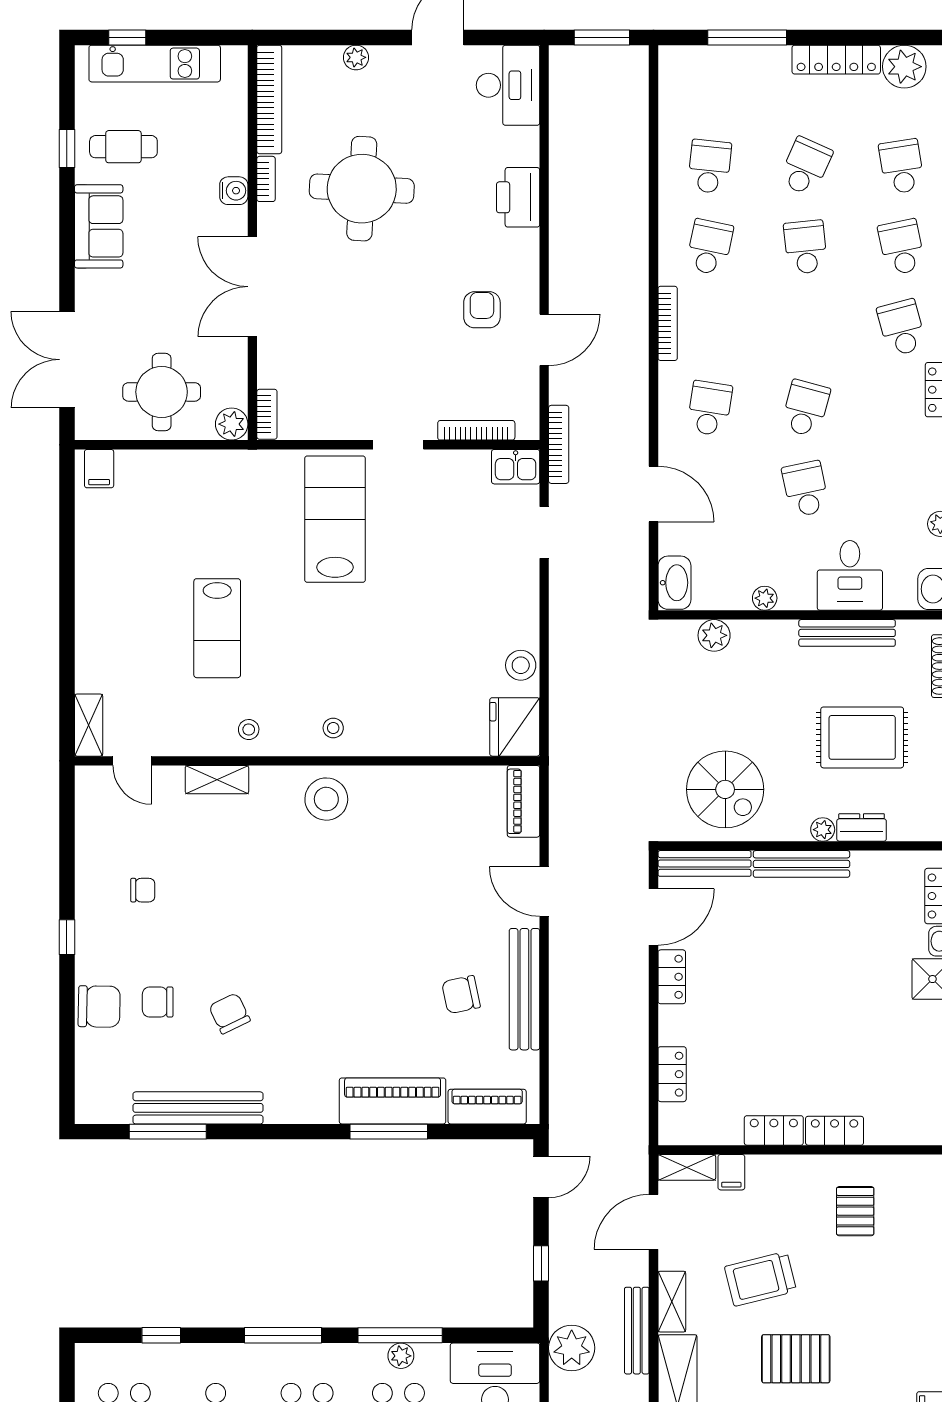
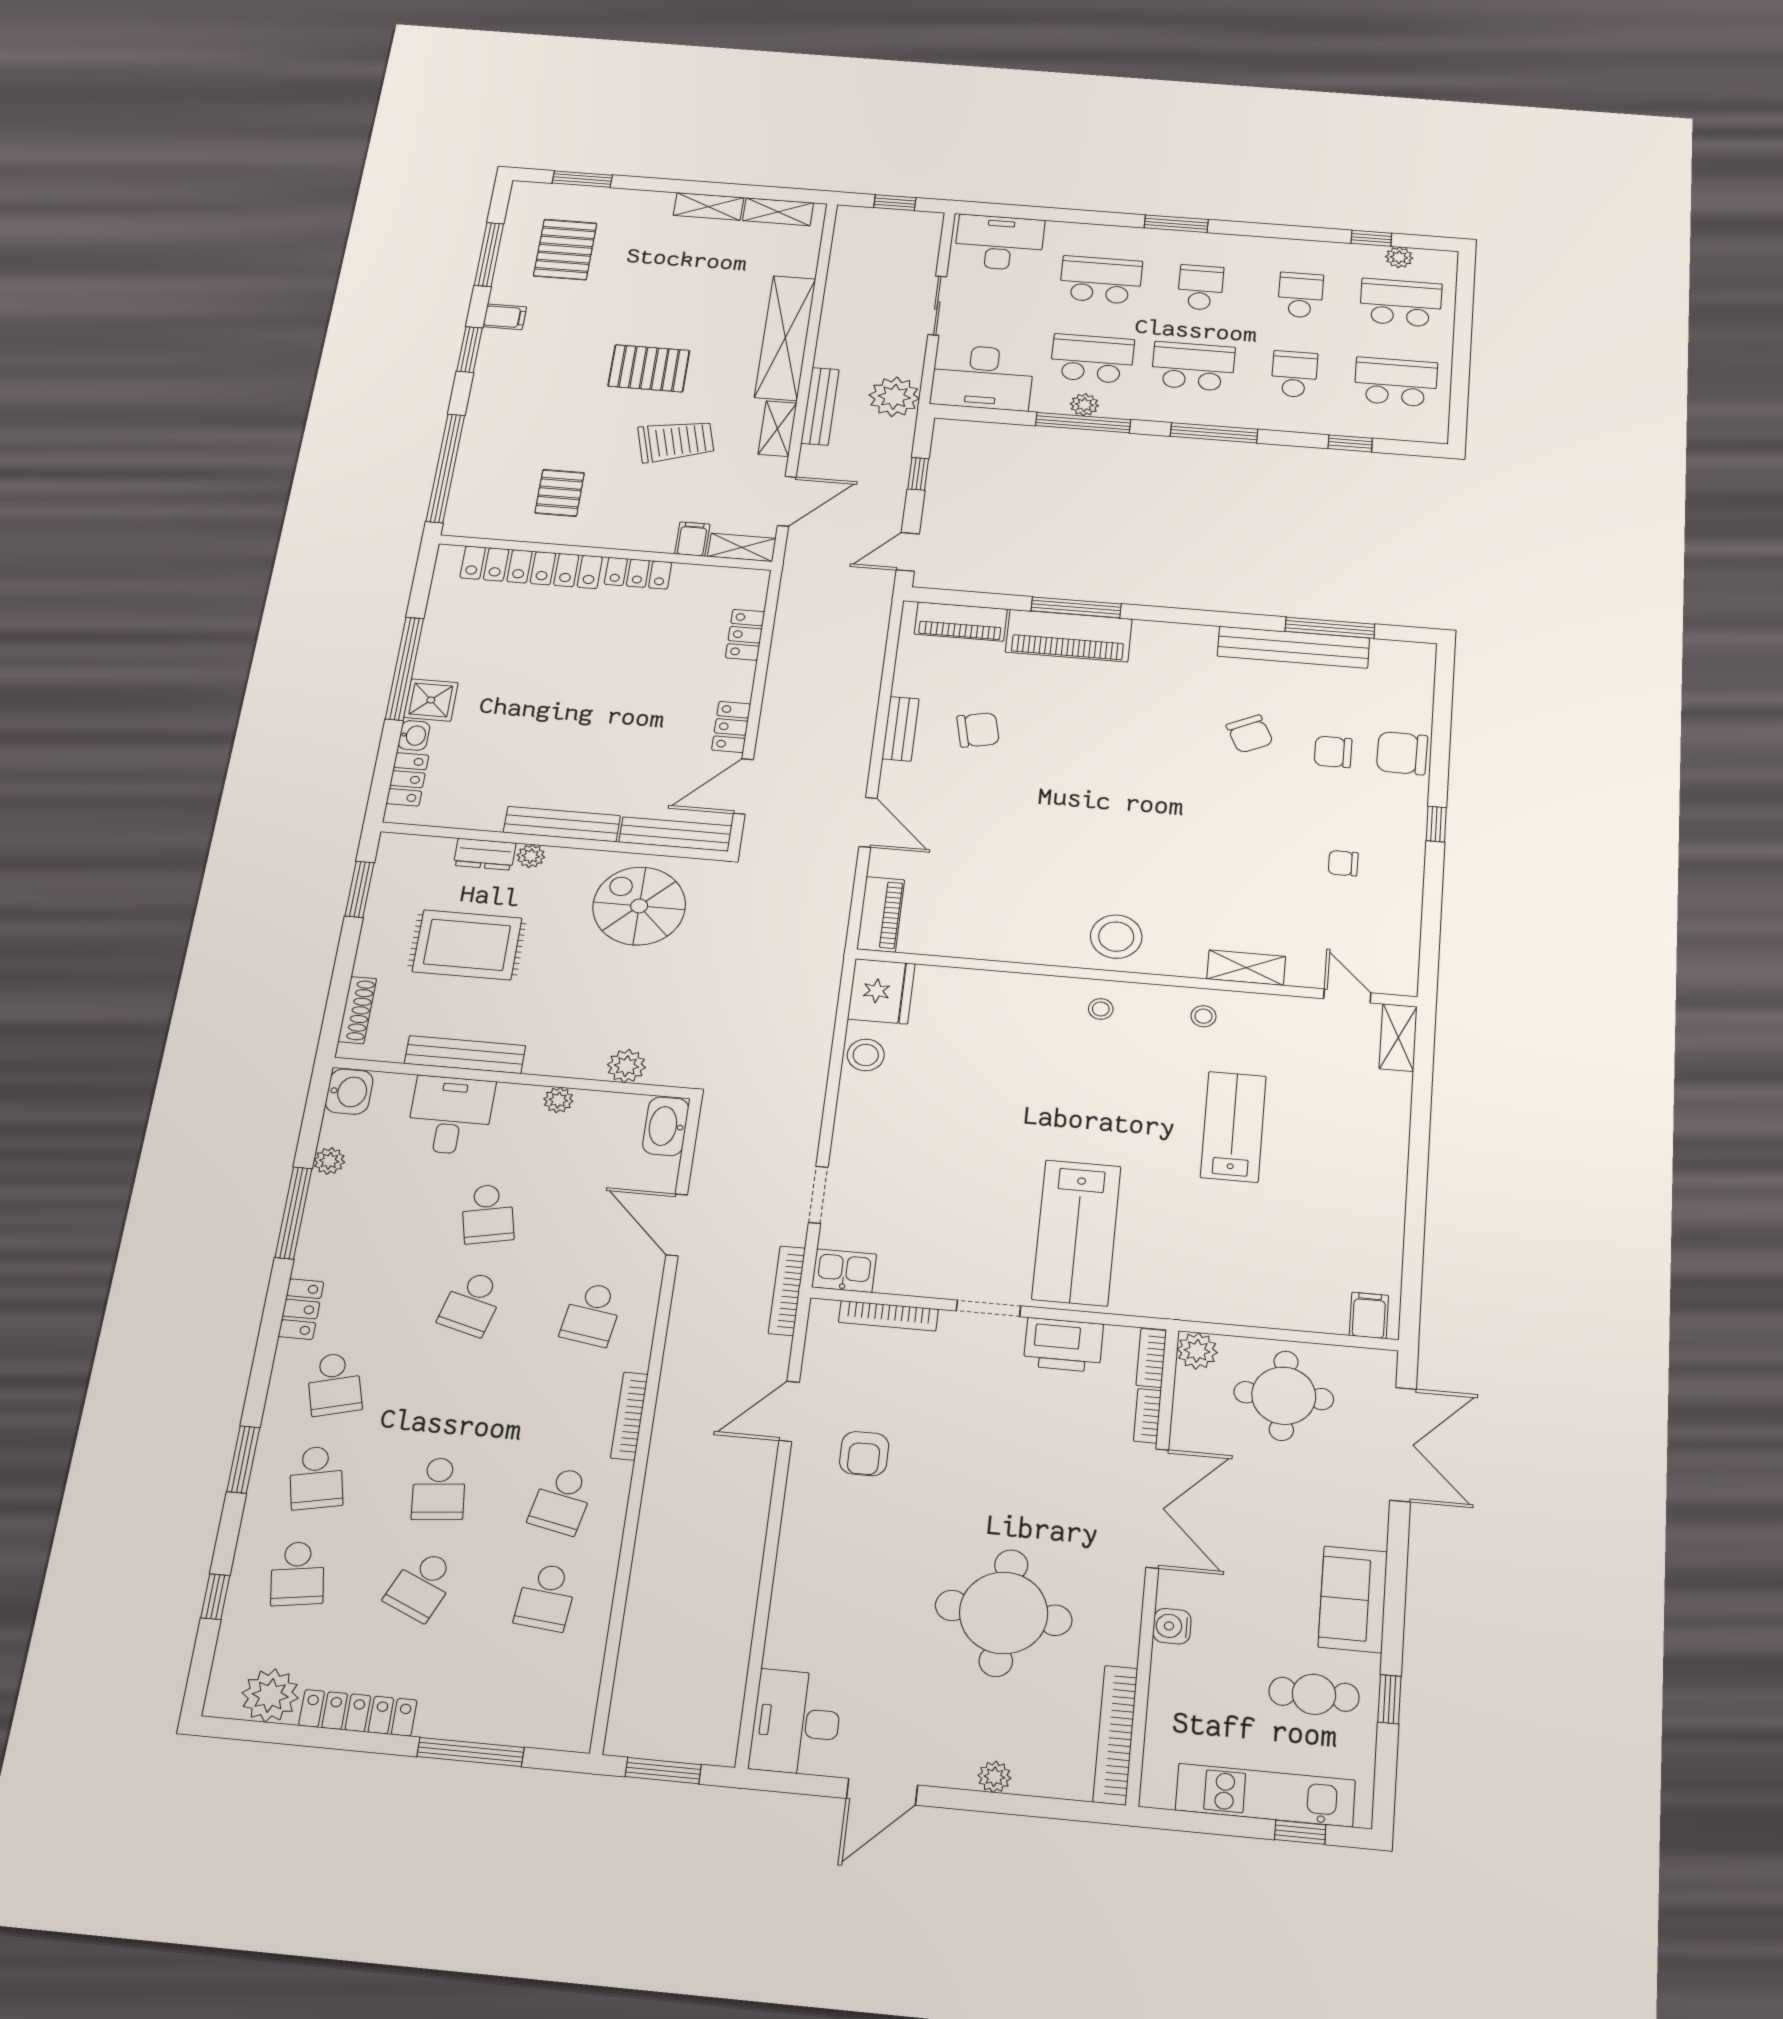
bookcase: (266, 179) -> (1147, 1416), moved
printer: (518, 197) -> (1063, 1345), moved, turned 90
bench: (524, 989) -> (901, 729), width x0.54, depth x0.82
chair: (158, 1002) -> (1333, 752), turned 180
locker: (835, 1131) -> (531, 567), width x2.16, depth x1.21

